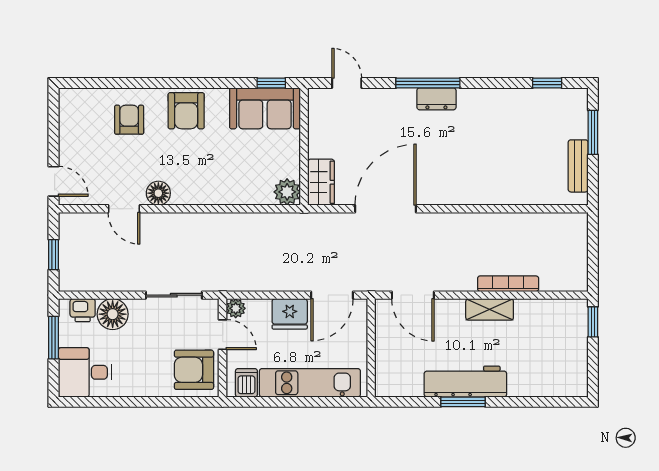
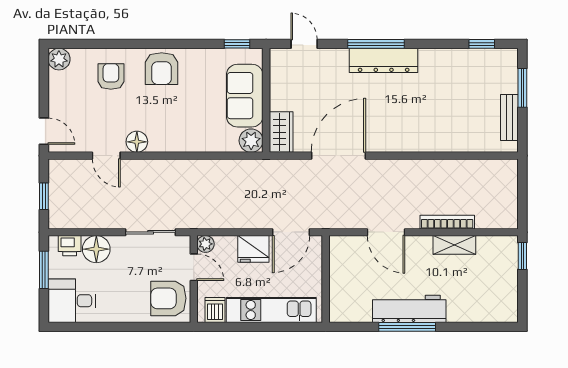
dresser: (436, 99) -> (384, 60), width x1.96, depth x1.24
plant: (71, 100) -> (59, 59), added
sofa: (265, 108) -> (245, 96), moved, turned 90
door: (413, 295) -> (386, 232), moved
shelving: (490, 309) -> (454, 245), moved
window: (463, 402) -> (407, 327), width x1.44

